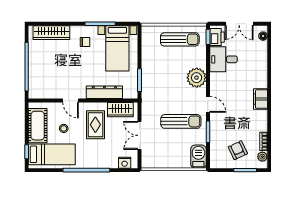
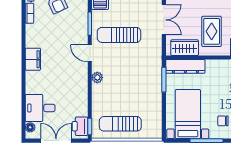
desk: (223, 59) -> (40, 108), moved, turned 180
plant: (197, 78) -> (97, 77), width x0.53, depth x0.53
dresser: (104, 92) -> (185, 66), moved

